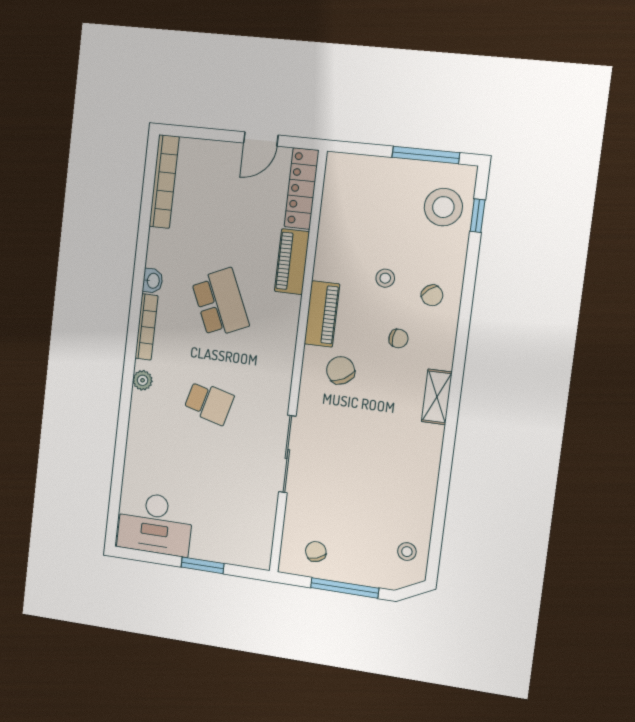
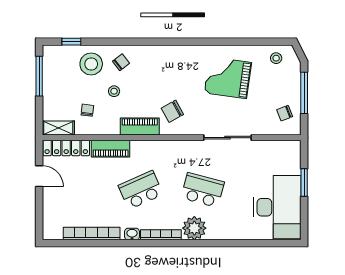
bookcase: (164, 182) -> (92, 234), moved
stool: (443, 207) -> (91, 64), moved
chair: (398, 338) -> (87, 110), moved
plant: (143, 380) -> (194, 228), width x1.87, depth x1.87
shelving: (437, 397) -> (58, 128), moved
school desk: (209, 403) -> (203, 190), width x1.85
grand piano: (384, 468) -> (228, 78), added
desk: (155, 524) -> (277, 207), width x1.36, depth x1.30

